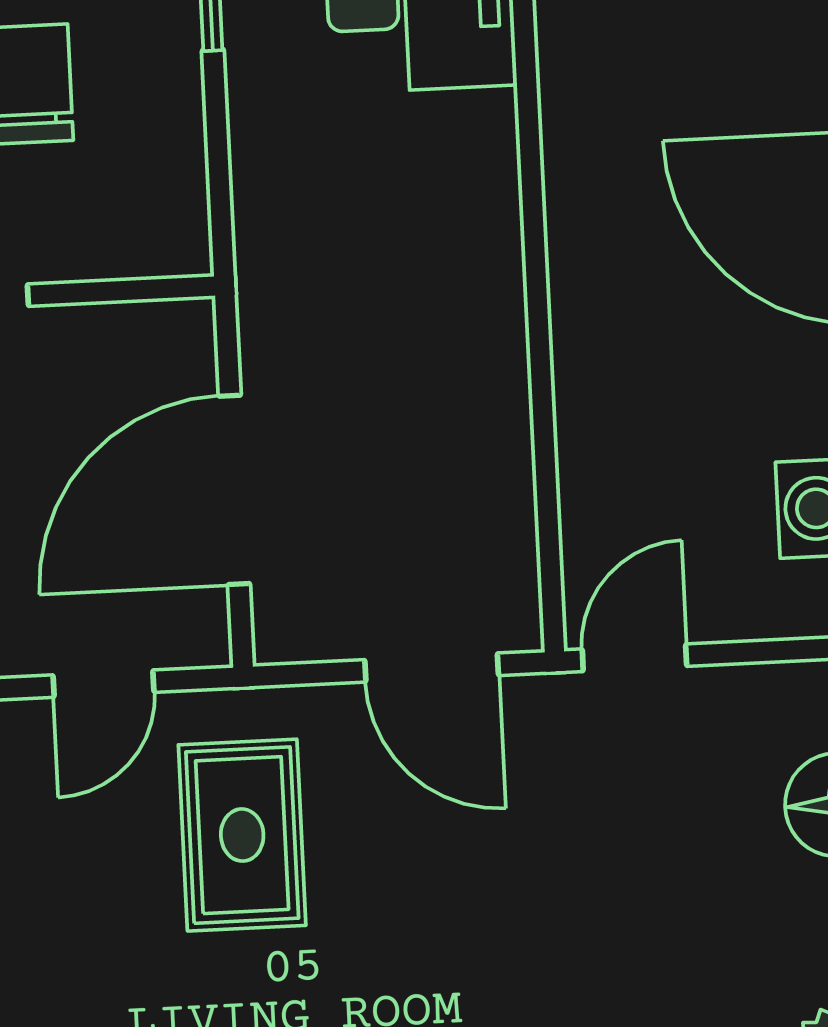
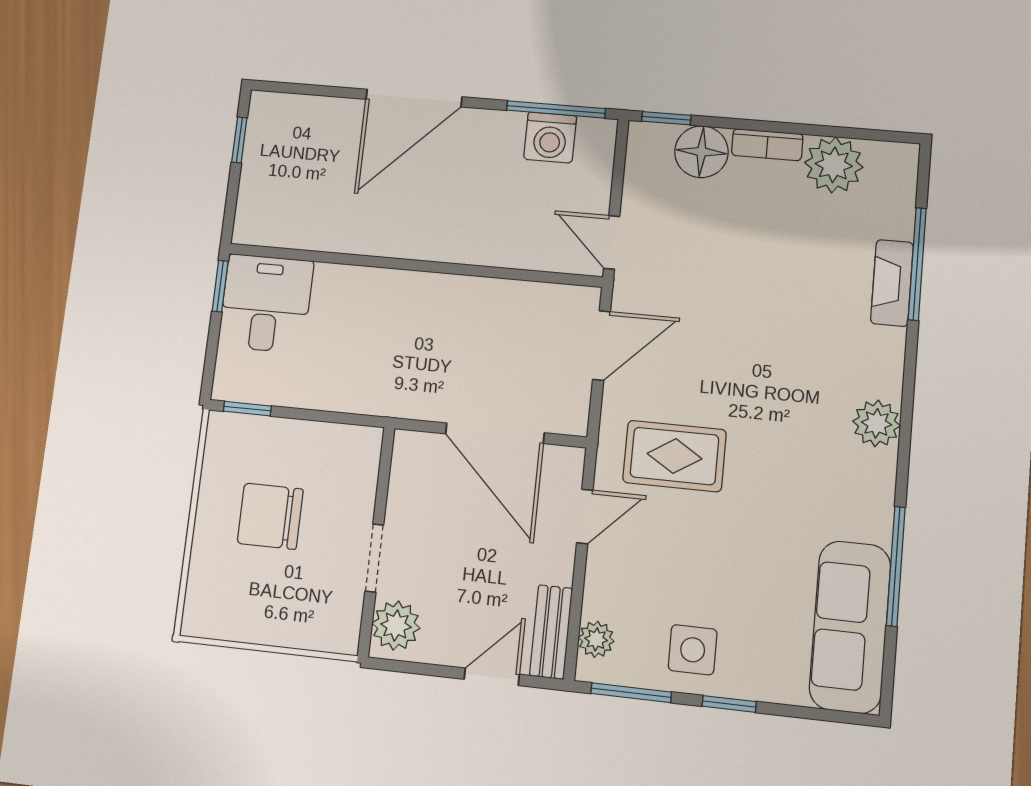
door: (103, 684) -> (585, 517), hinge flipped

